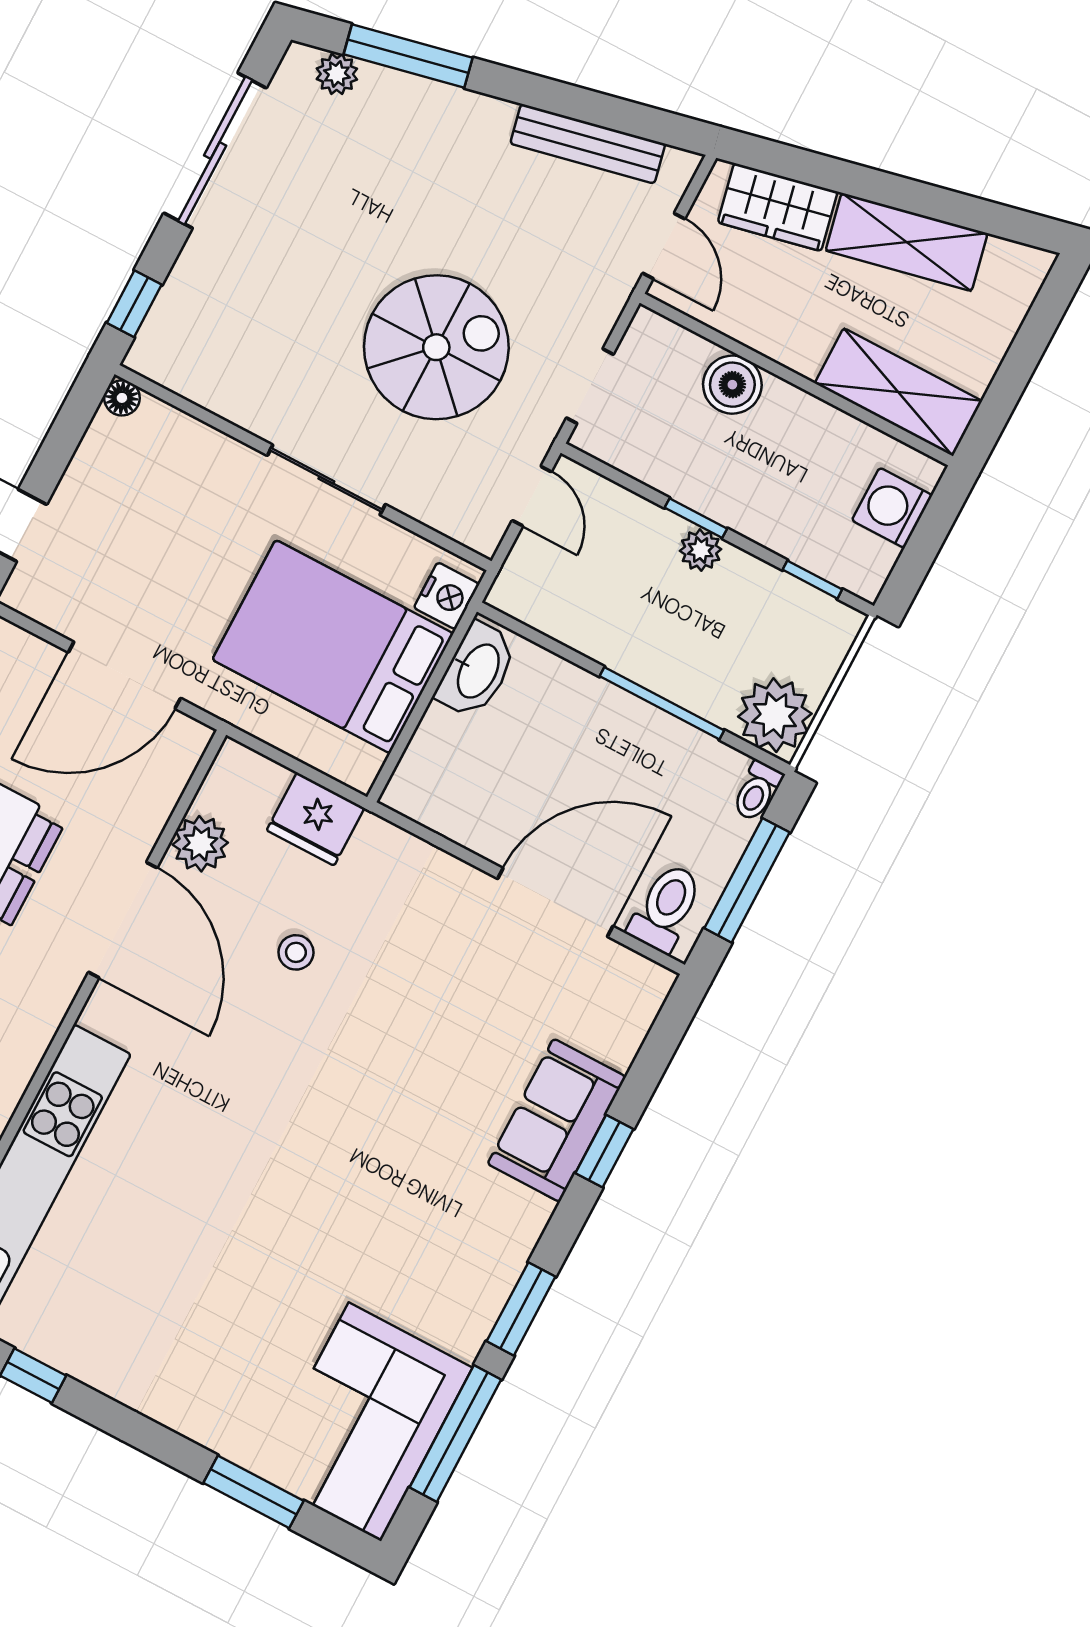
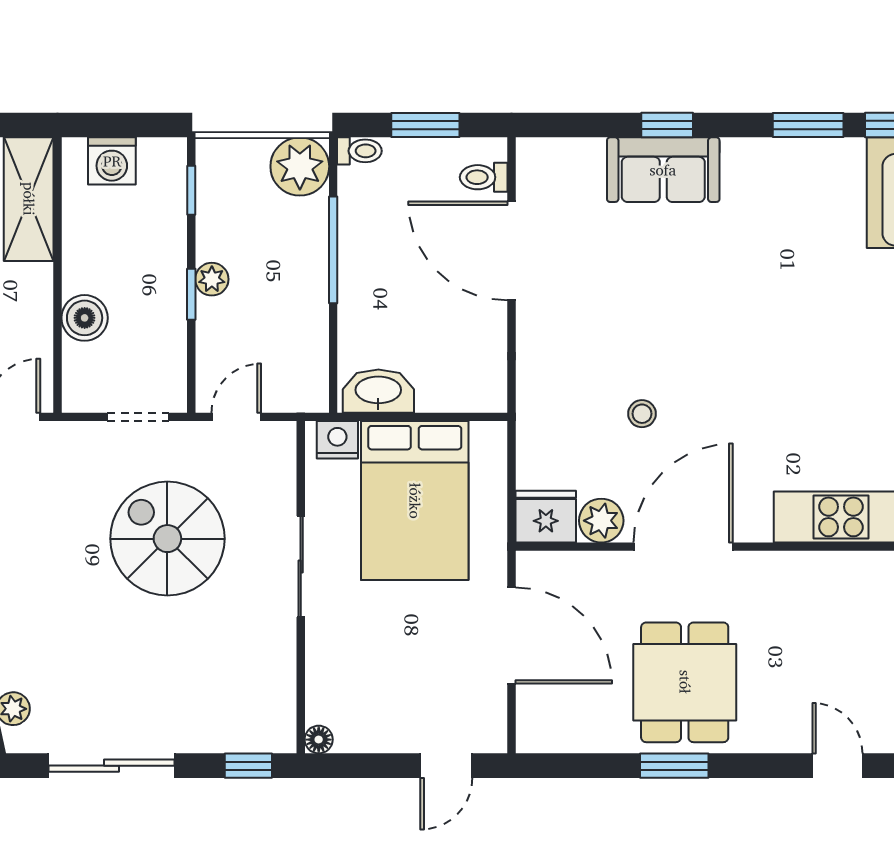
fridge: (316, 819) -> (546, 517), moved, turned -90
window: (747, 880) -> (425, 125), width x0.69
toilet: (666, 908) -> (484, 177), width x0.73, depth x0.72

